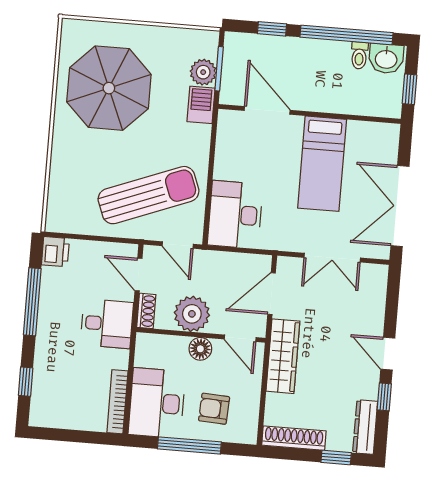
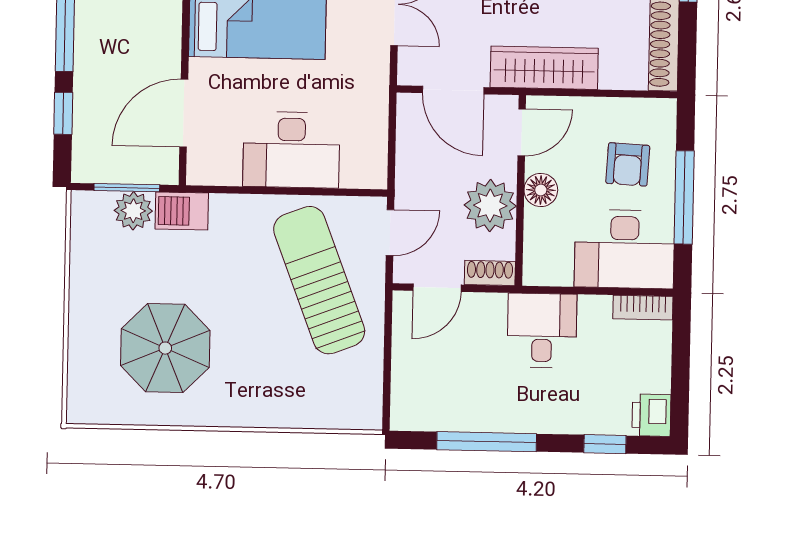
parasol: (109, 88) -> (165, 348), width x0.73, depth x0.73
desk: (235, 215) -> (291, 150), moved
printer: (55, 252) -> (651, 415), moved, turned -90
desk: (107, 324) -> (542, 330), moved
bookcase: (117, 402) -> (643, 308), width x0.64

